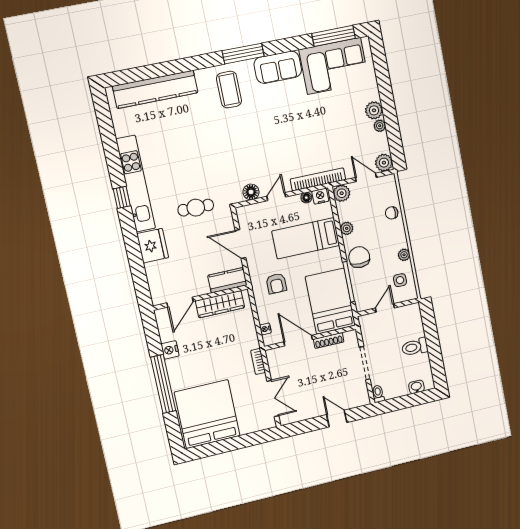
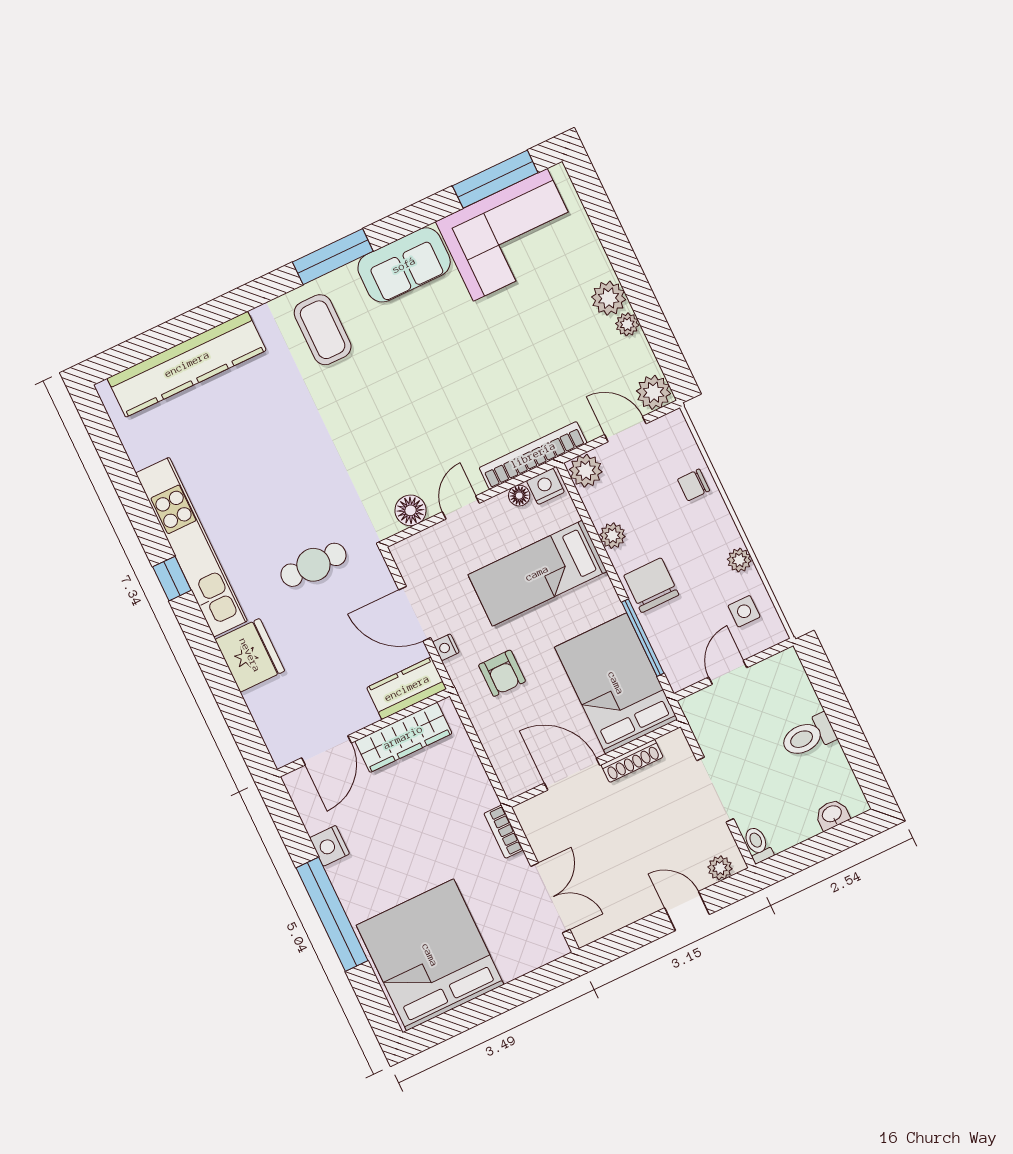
nightstand: (265, 329) -> (446, 647), moved
plant: (358, 401) -> (720, 868), added

